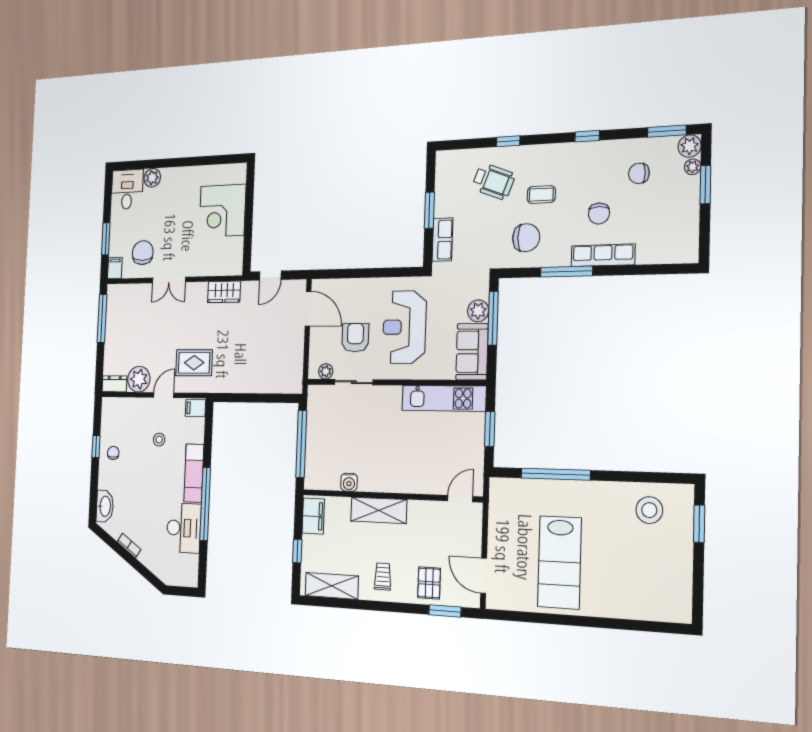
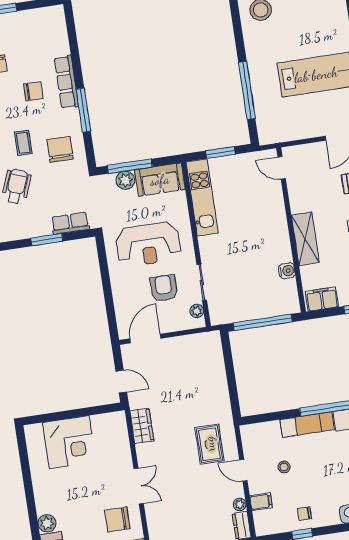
armchair: (355, 338) -> (164, 288), turned 90
plant: (139, 379) -> (240, 504), width x0.53, depth x0.53
filing cabinet: (195, 408) -> (261, 502), moved, turned -90

